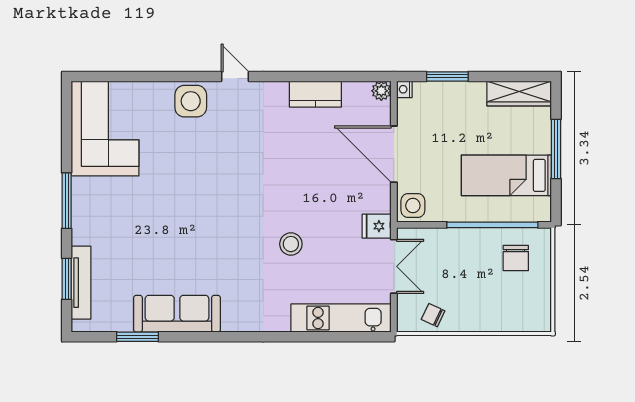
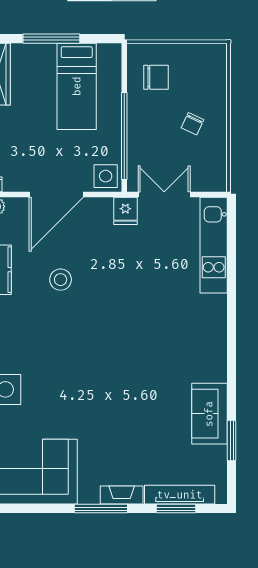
fireplace: (81, 222) -> (122, 495), added
window: (492, 225) -> (124, 136), moved
stool: (291, 244) -> (61, 280), moved
sofa: (177, 314) -> (209, 414), width x0.73
chair: (433, 315) -> (192, 124), moved

